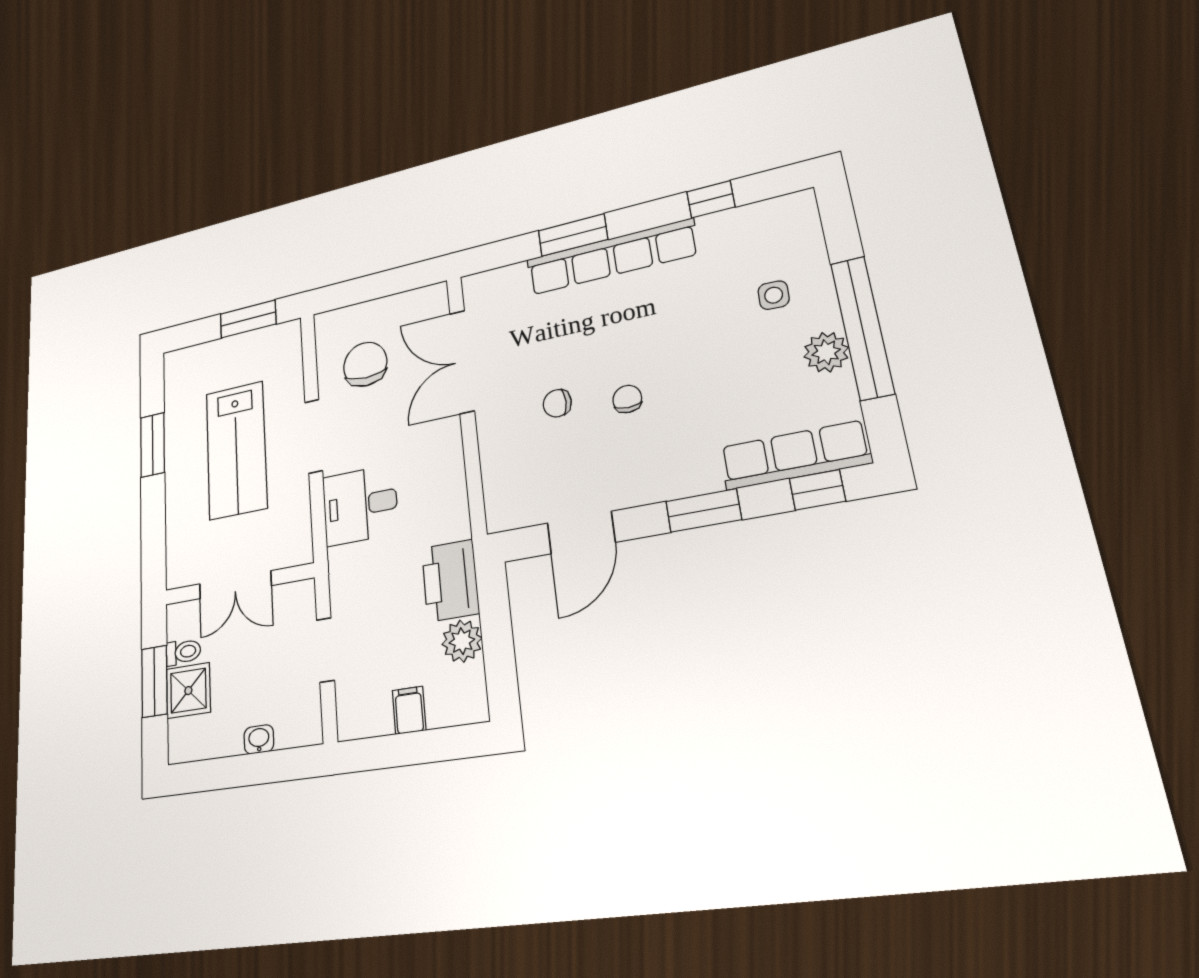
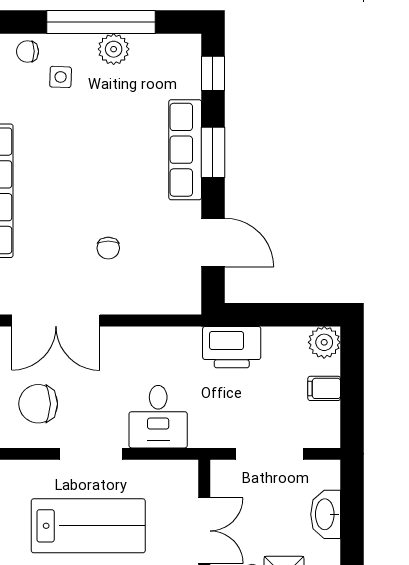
chair: (627, 399) -> (27, 51), moved
row of seats: (795, 455) -> (185, 150), moved
plant: (462, 641) -> (324, 342), moved
doorway: (325, 650) -> (269, 454), width x1.38
washbasin: (259, 739) -> (326, 514), width x1.91, depth x1.45

